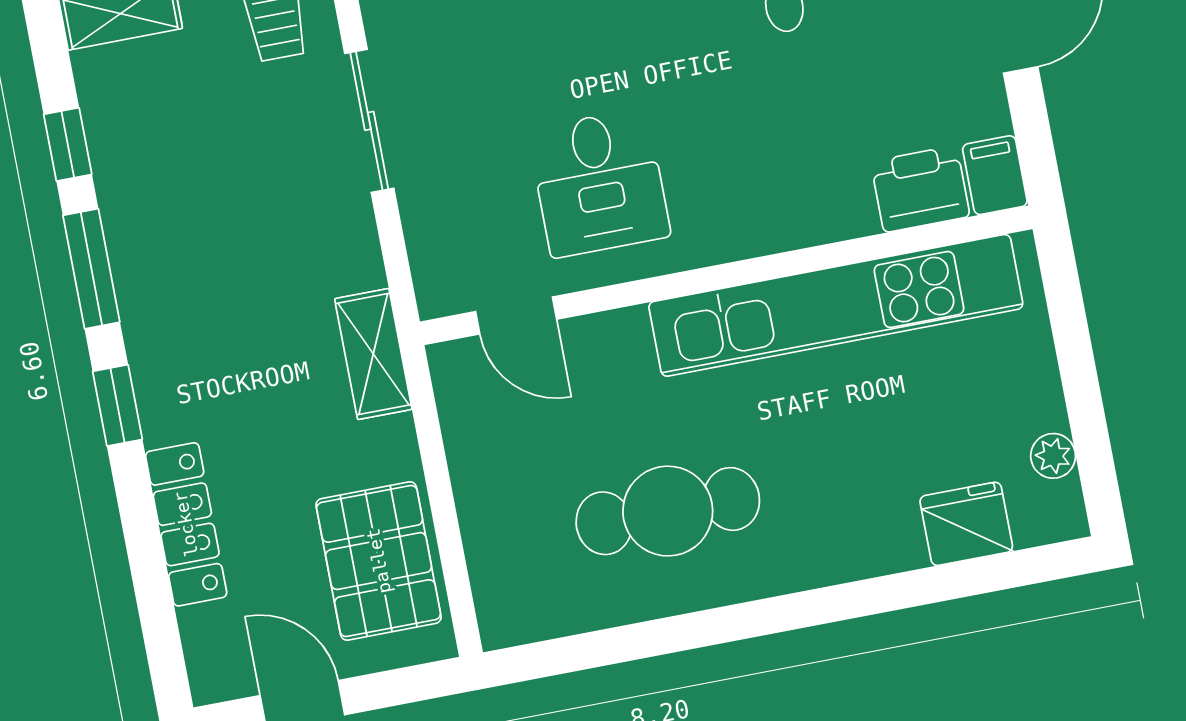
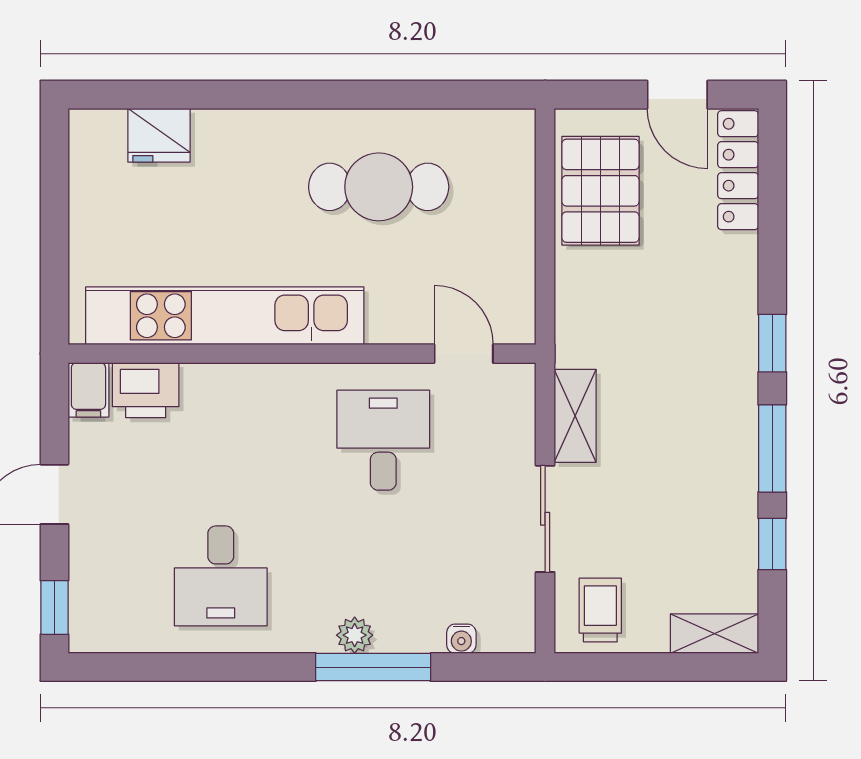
shelving: (373, 354) -> (575, 416), moved
plant: (1053, 456) -> (85, 173), removed
locker: (186, 524) -> (738, 170), moved

